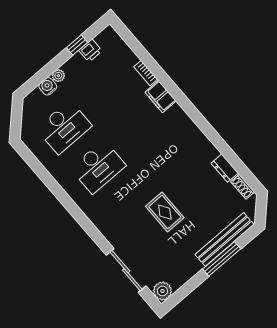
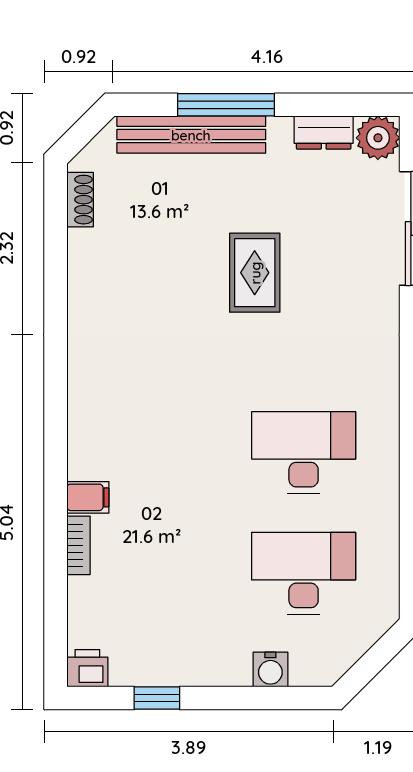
printer: (90, 51) -> (87, 668), moved
plant: (58, 76) -> (236, 673), removed
filing cabinet: (161, 97) -> (88, 497), width x0.50
dresser: (225, 168) -> (324, 133), moved, turned 90

